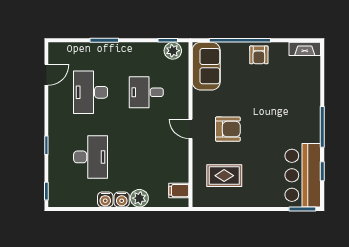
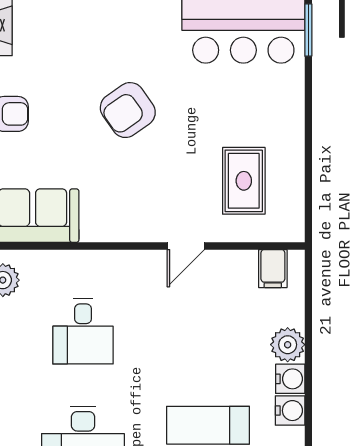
door: (190, 129) -> (186, 246), moved
armchair: (228, 129) -> (128, 110), moved, turned -125

